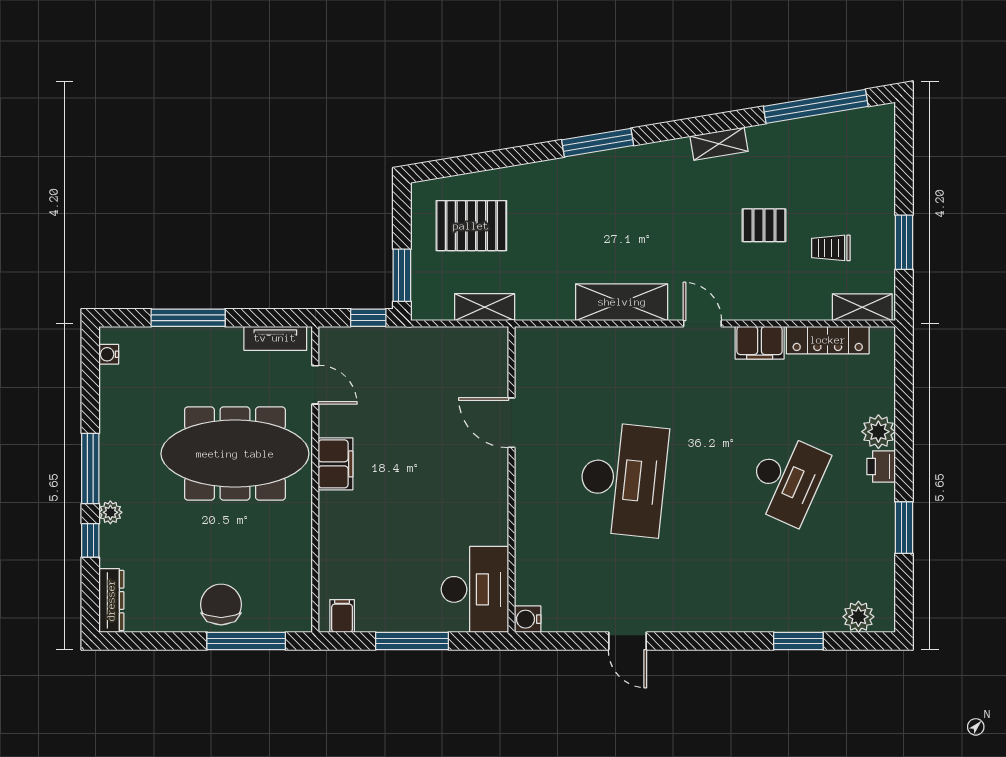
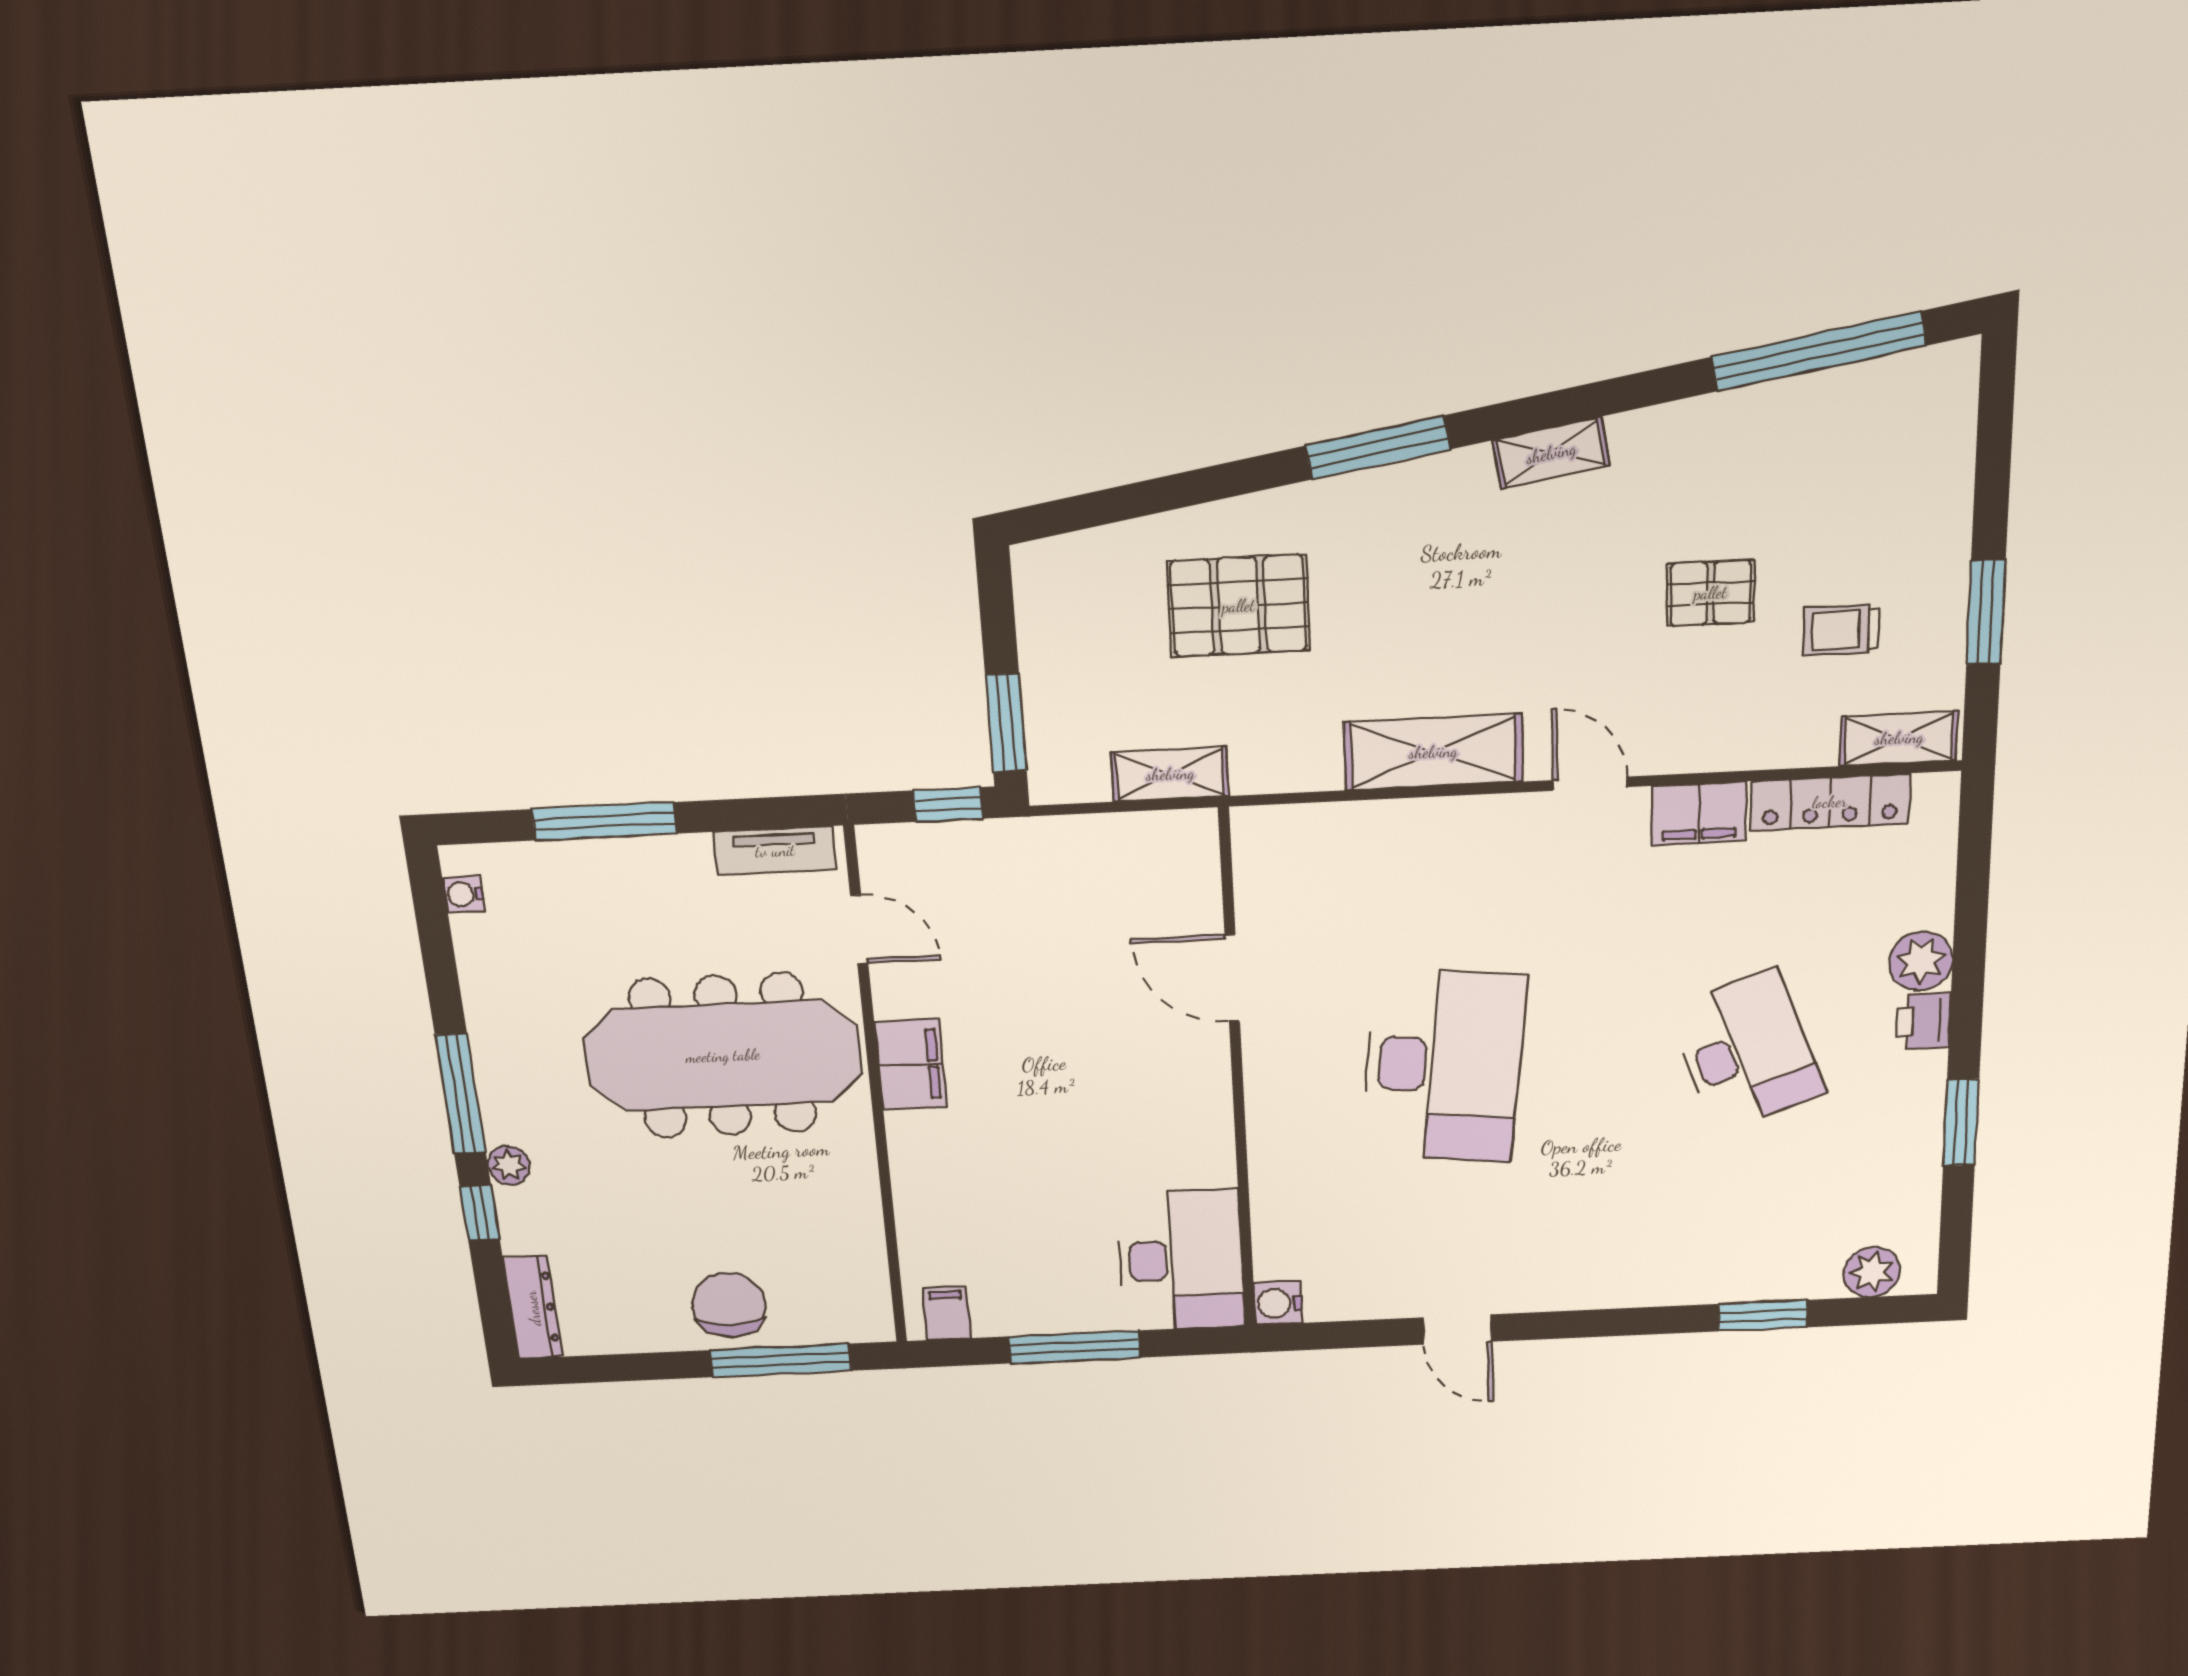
shelving: (719, 144) -> (1551, 453), moved
pallet: (471, 226) -> (1239, 606), moved
desk: (787, 479) -> (1747, 1051), turned -45

